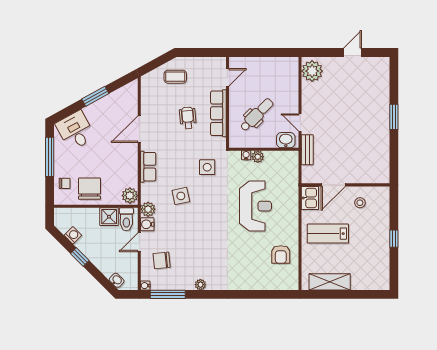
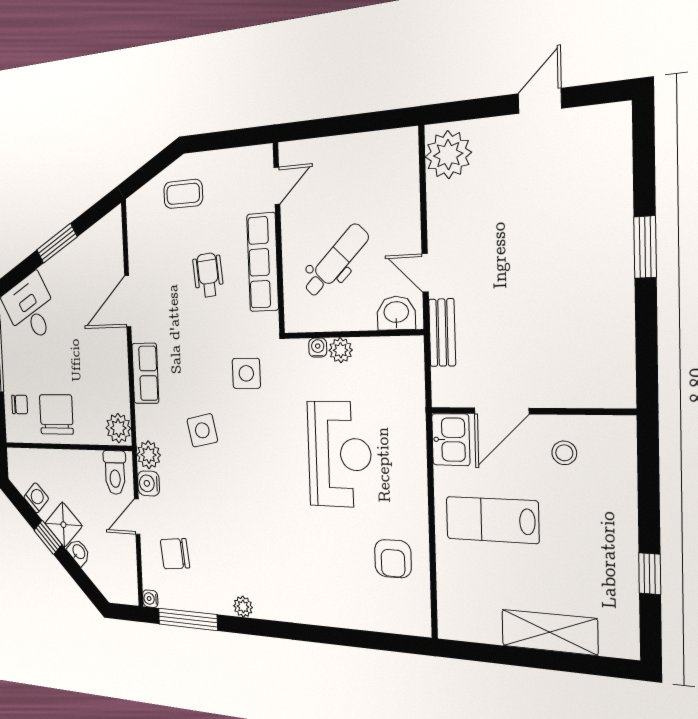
shower: (109, 217) -> (63, 525), moved, turned 45
window: (394, 239) -> (650, 574), moved
washbasin: (117, 280) -> (79, 552), moved
shelving: (330, 282) -> (549, 632), moved

